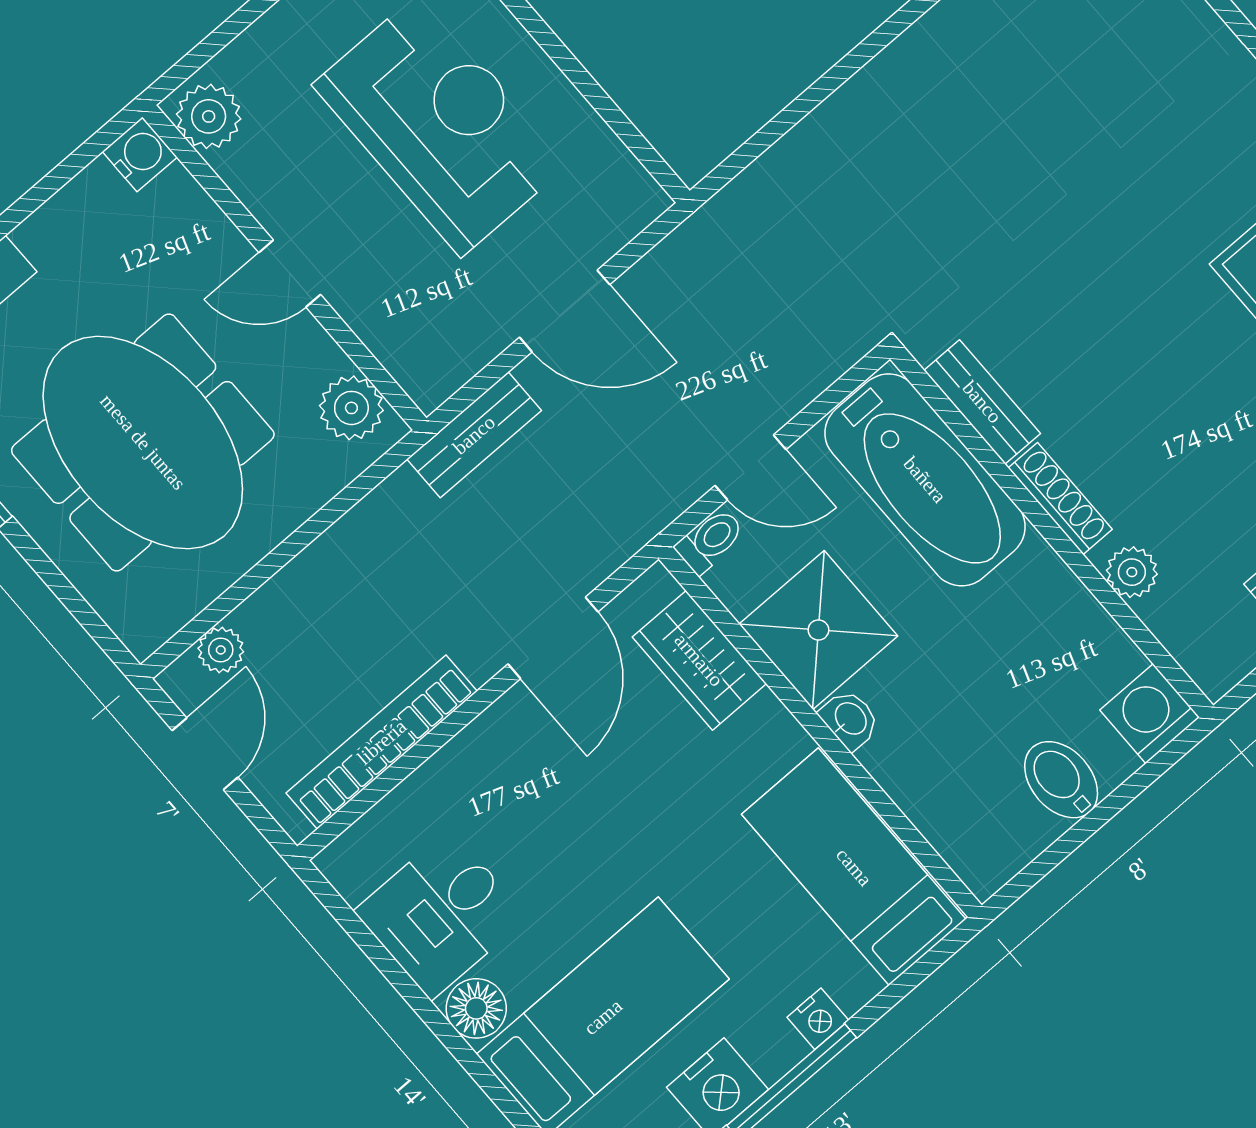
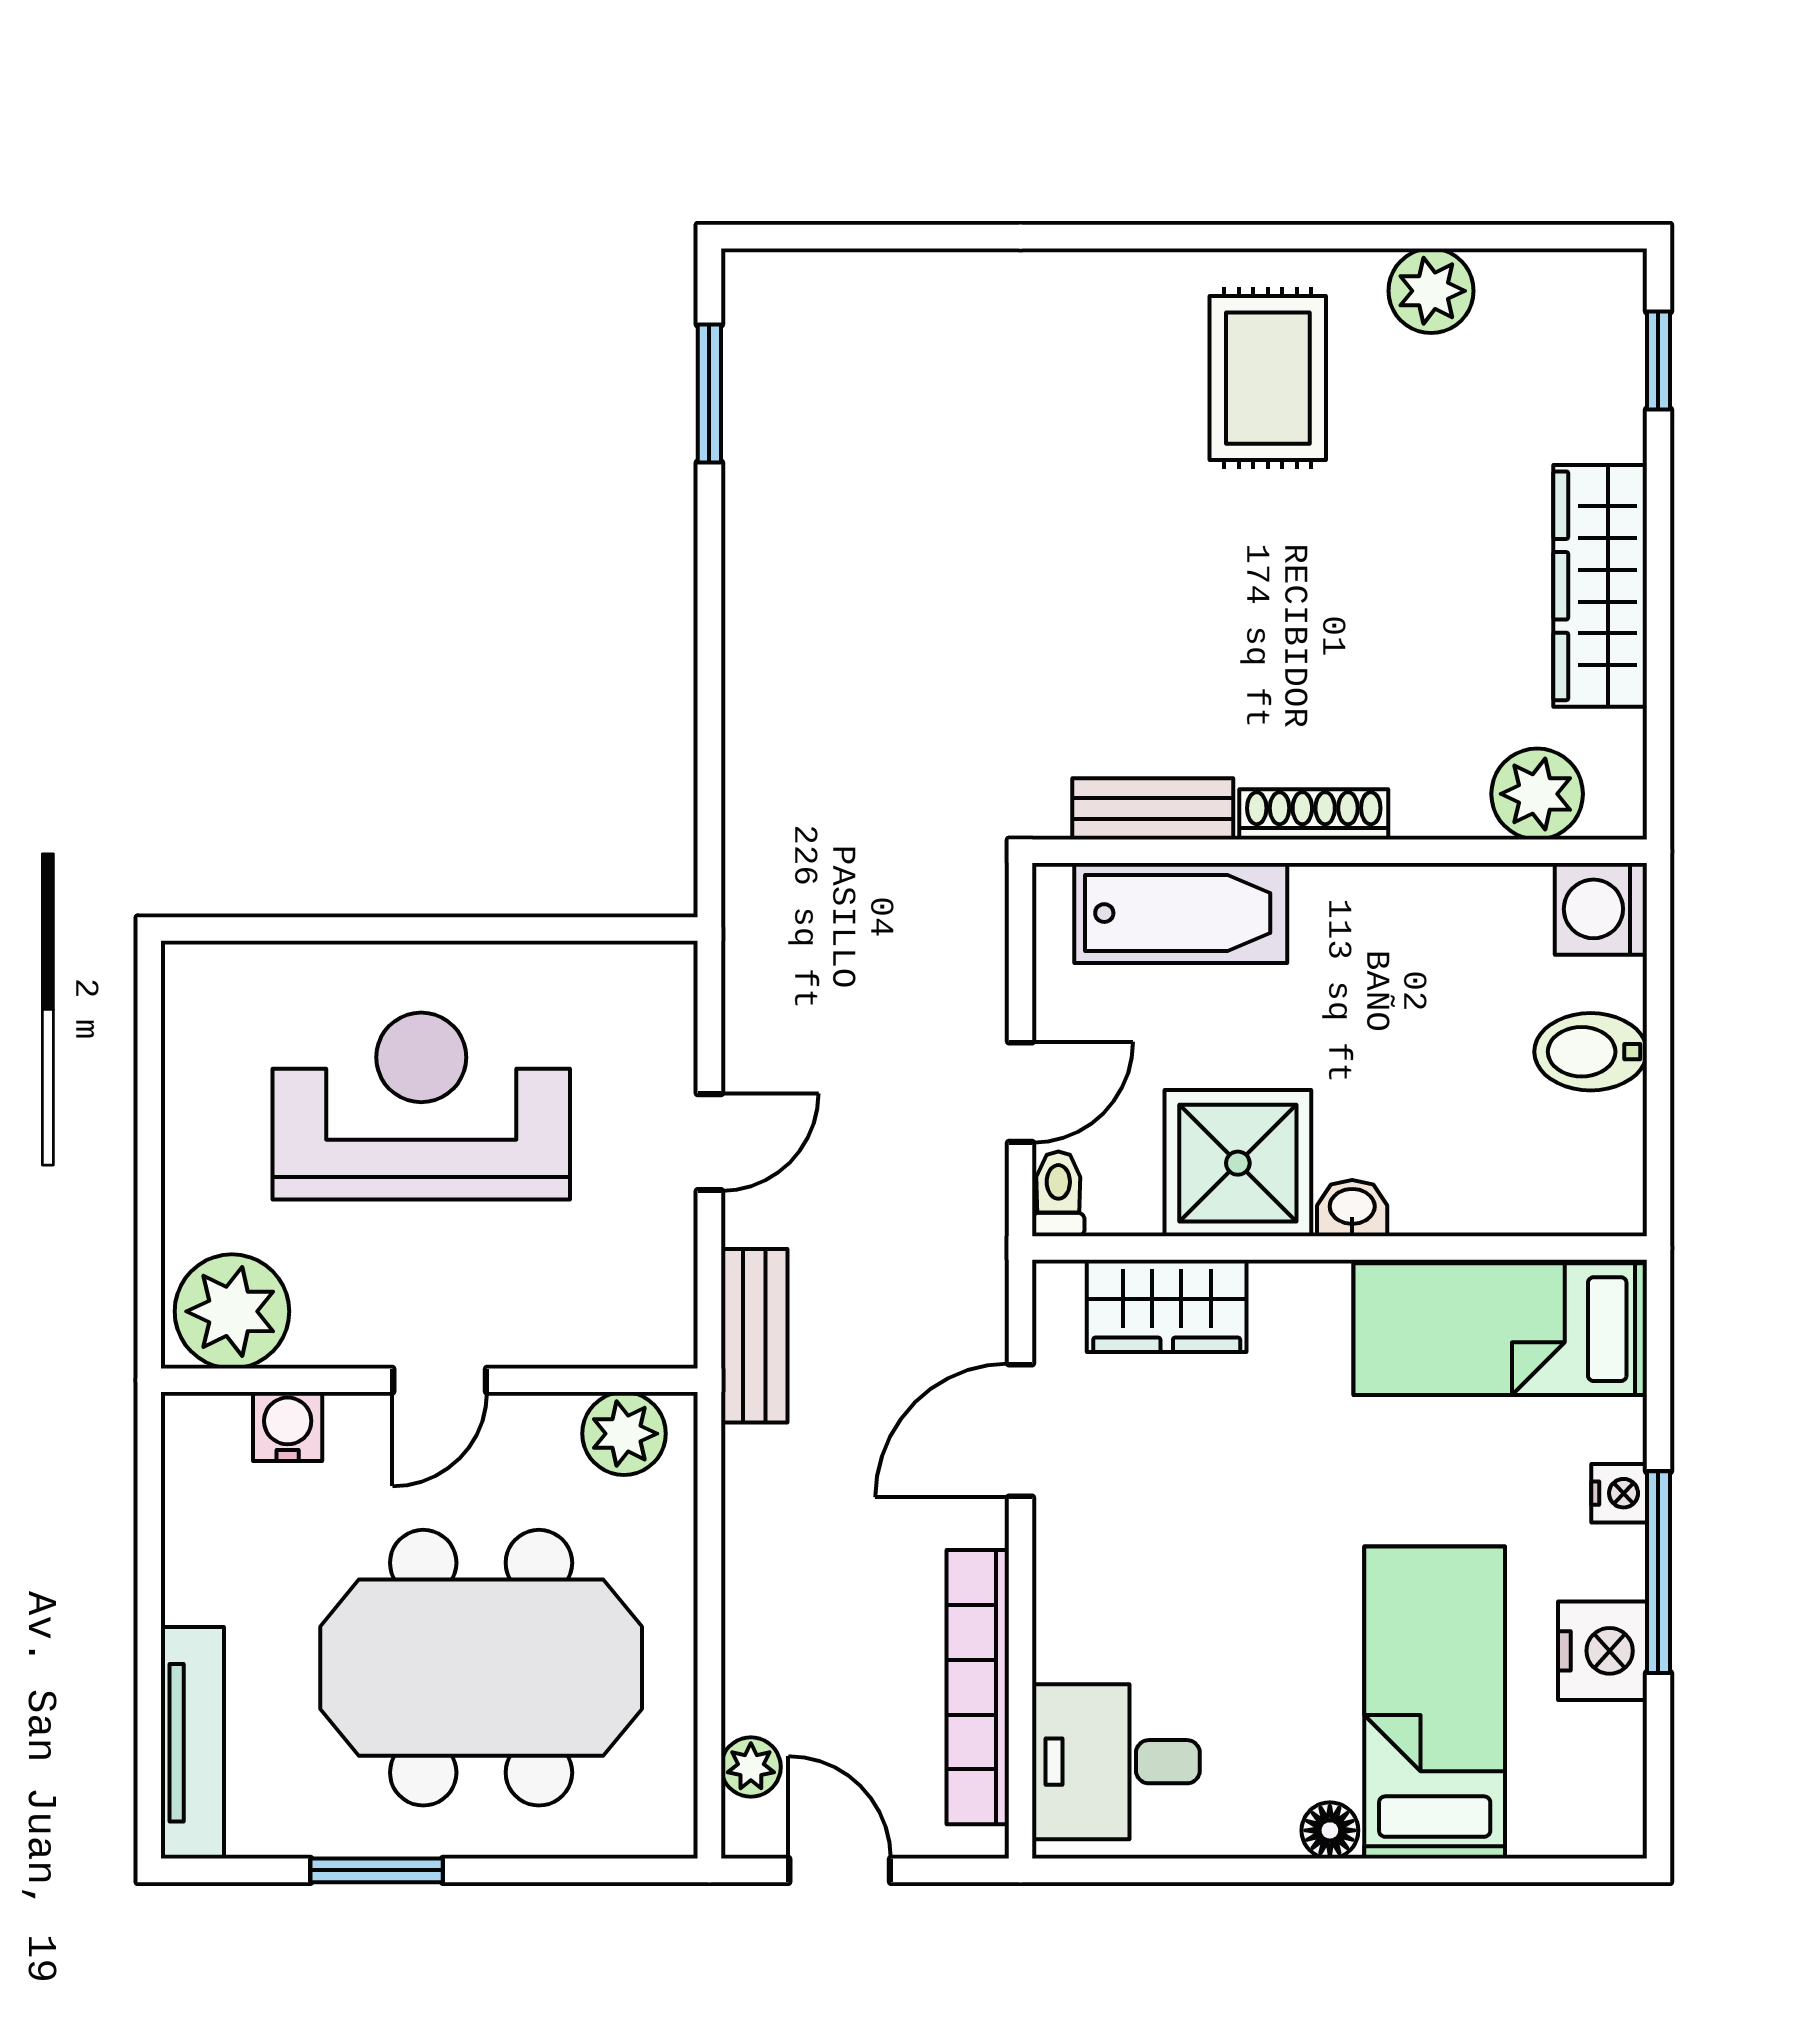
plant: (209, 116) -> (232, 1311), width x1.36, depth x1.36
water cooler: (140, 154) -> (288, 1426), moved
door: (565, 311) -> (709, 1142), width x0.73
bathtub: (925, 480) -> (1181, 913), width x0.73, depth x0.73
plant: (1132, 572) -> (1537, 794), moved, width x1.38, depth x1.38
door: (553, 638) -> (1021, 1431), swing flipped
desk: (441, 914) -> (1116, 1762), moved, turned 90
floor lamp: (476, 1008) -> (1330, 1830), width x0.73, depth x0.73

